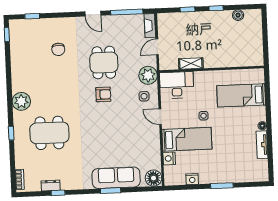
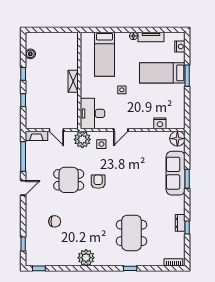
shelving: (191, 64) -> (73, 81), moved
plant: (21, 101) -> (86, 258), moved
bed: (187, 139) -> (162, 73), moved, turned -90
nightstand: (192, 179) -> (180, 46), moved
dresser: (51, 186) -> (180, 223), moved

